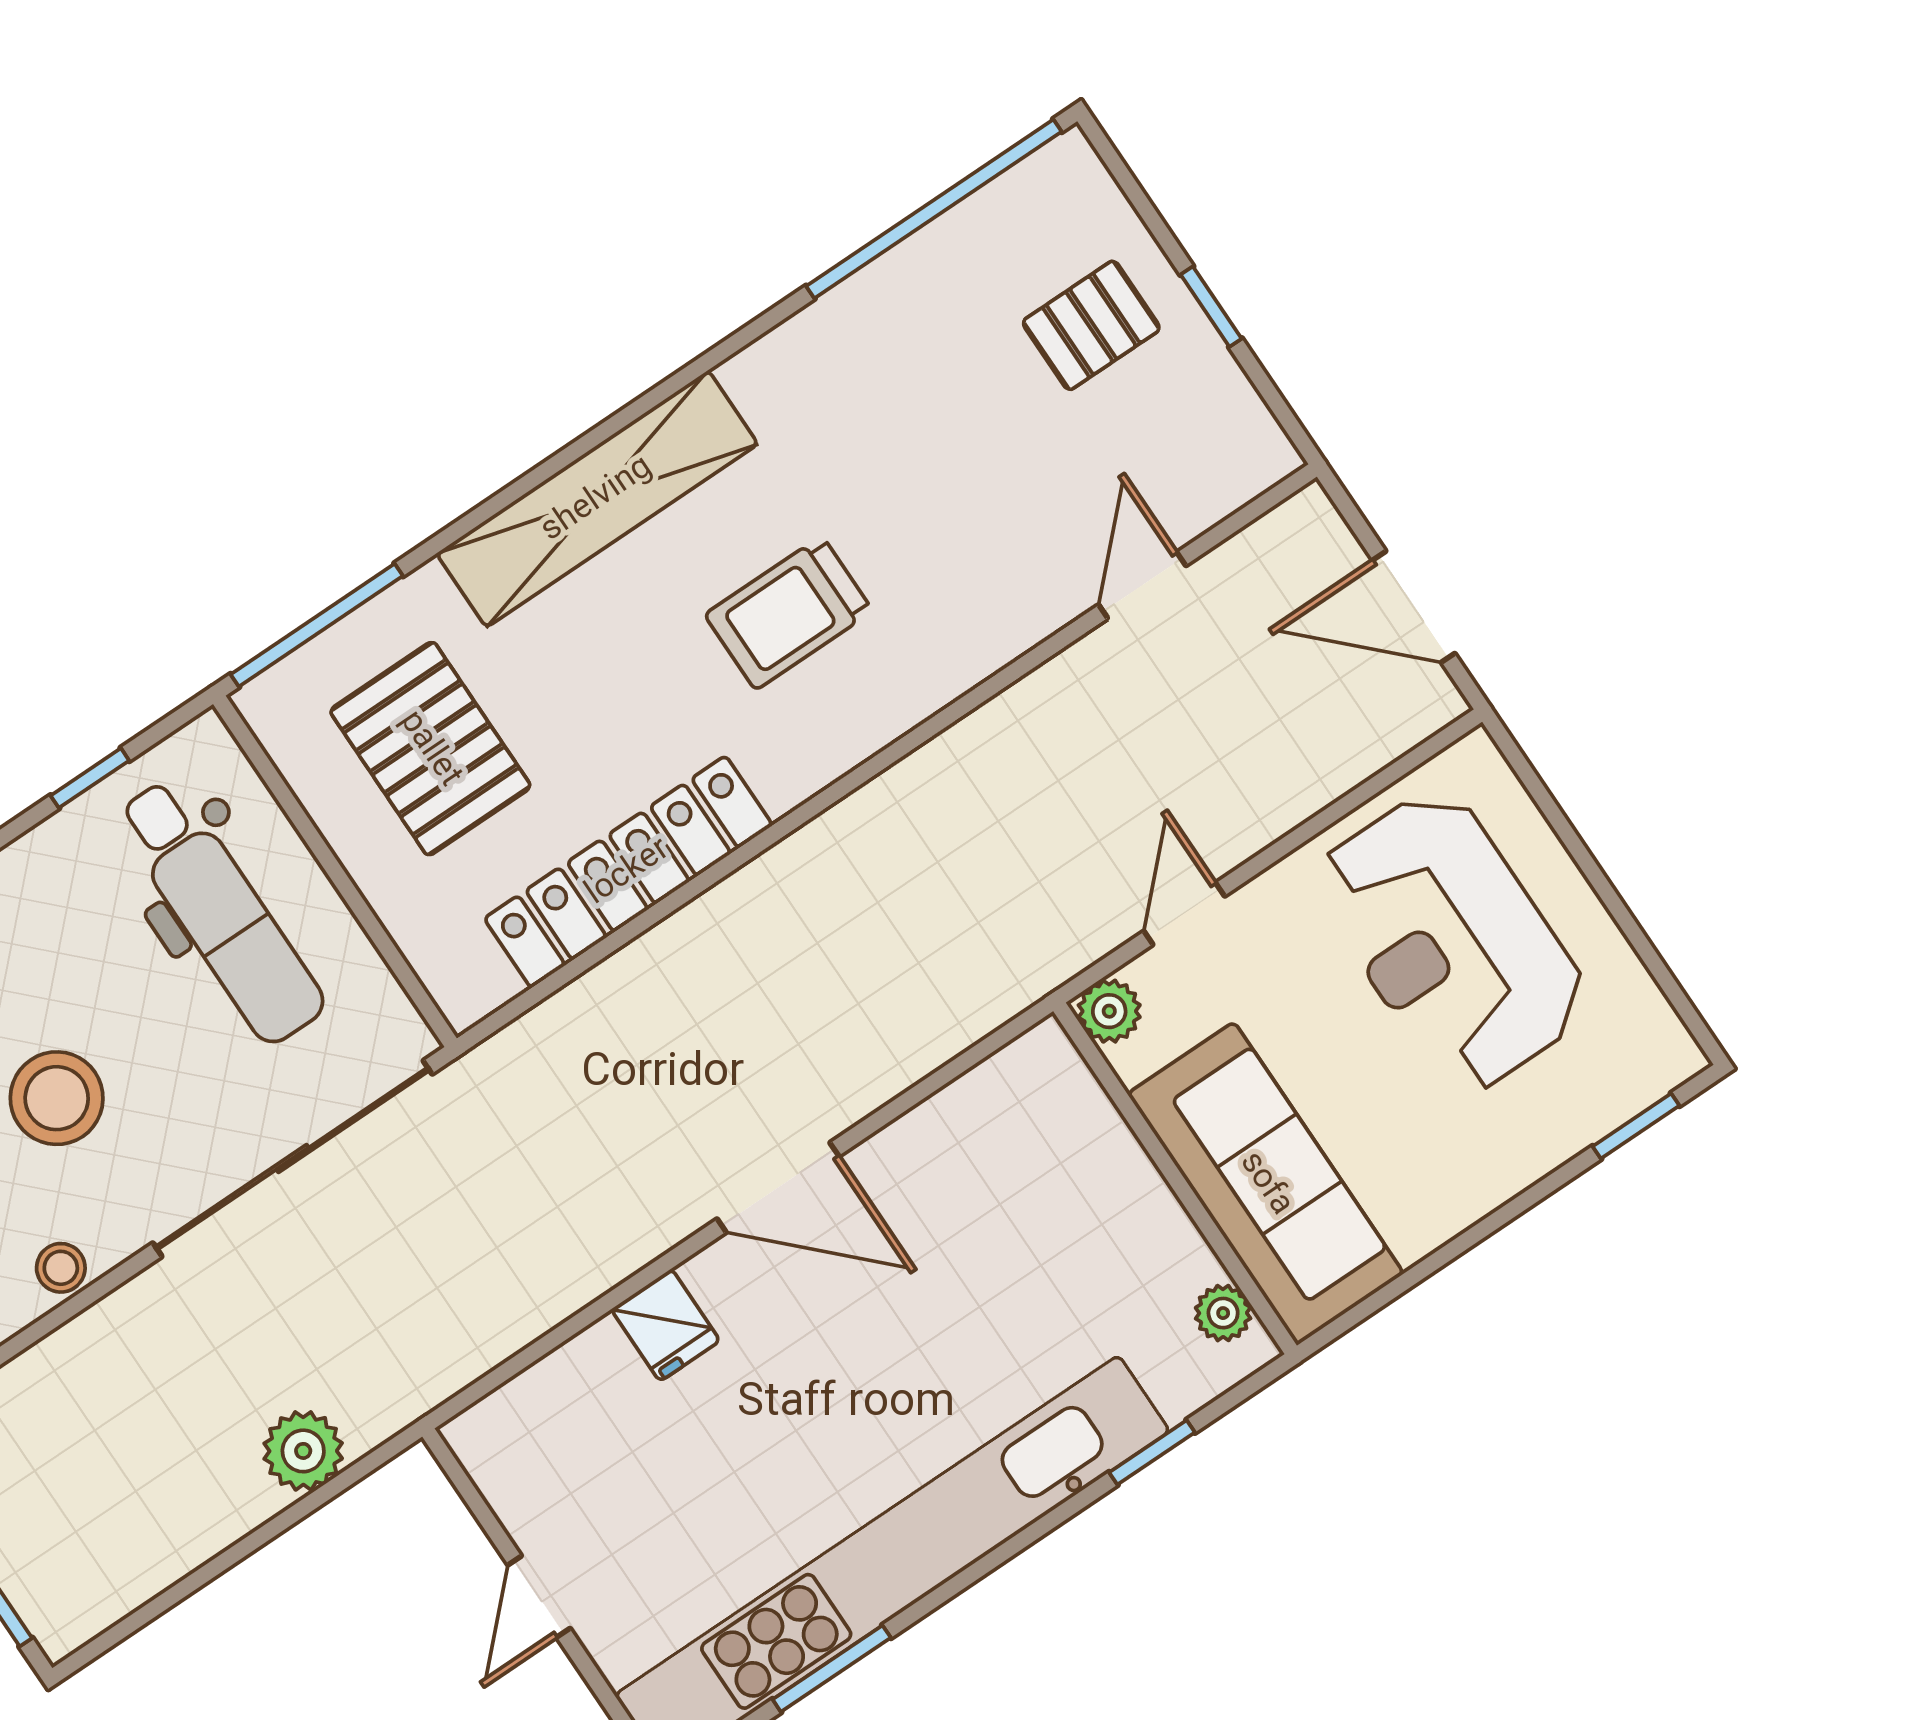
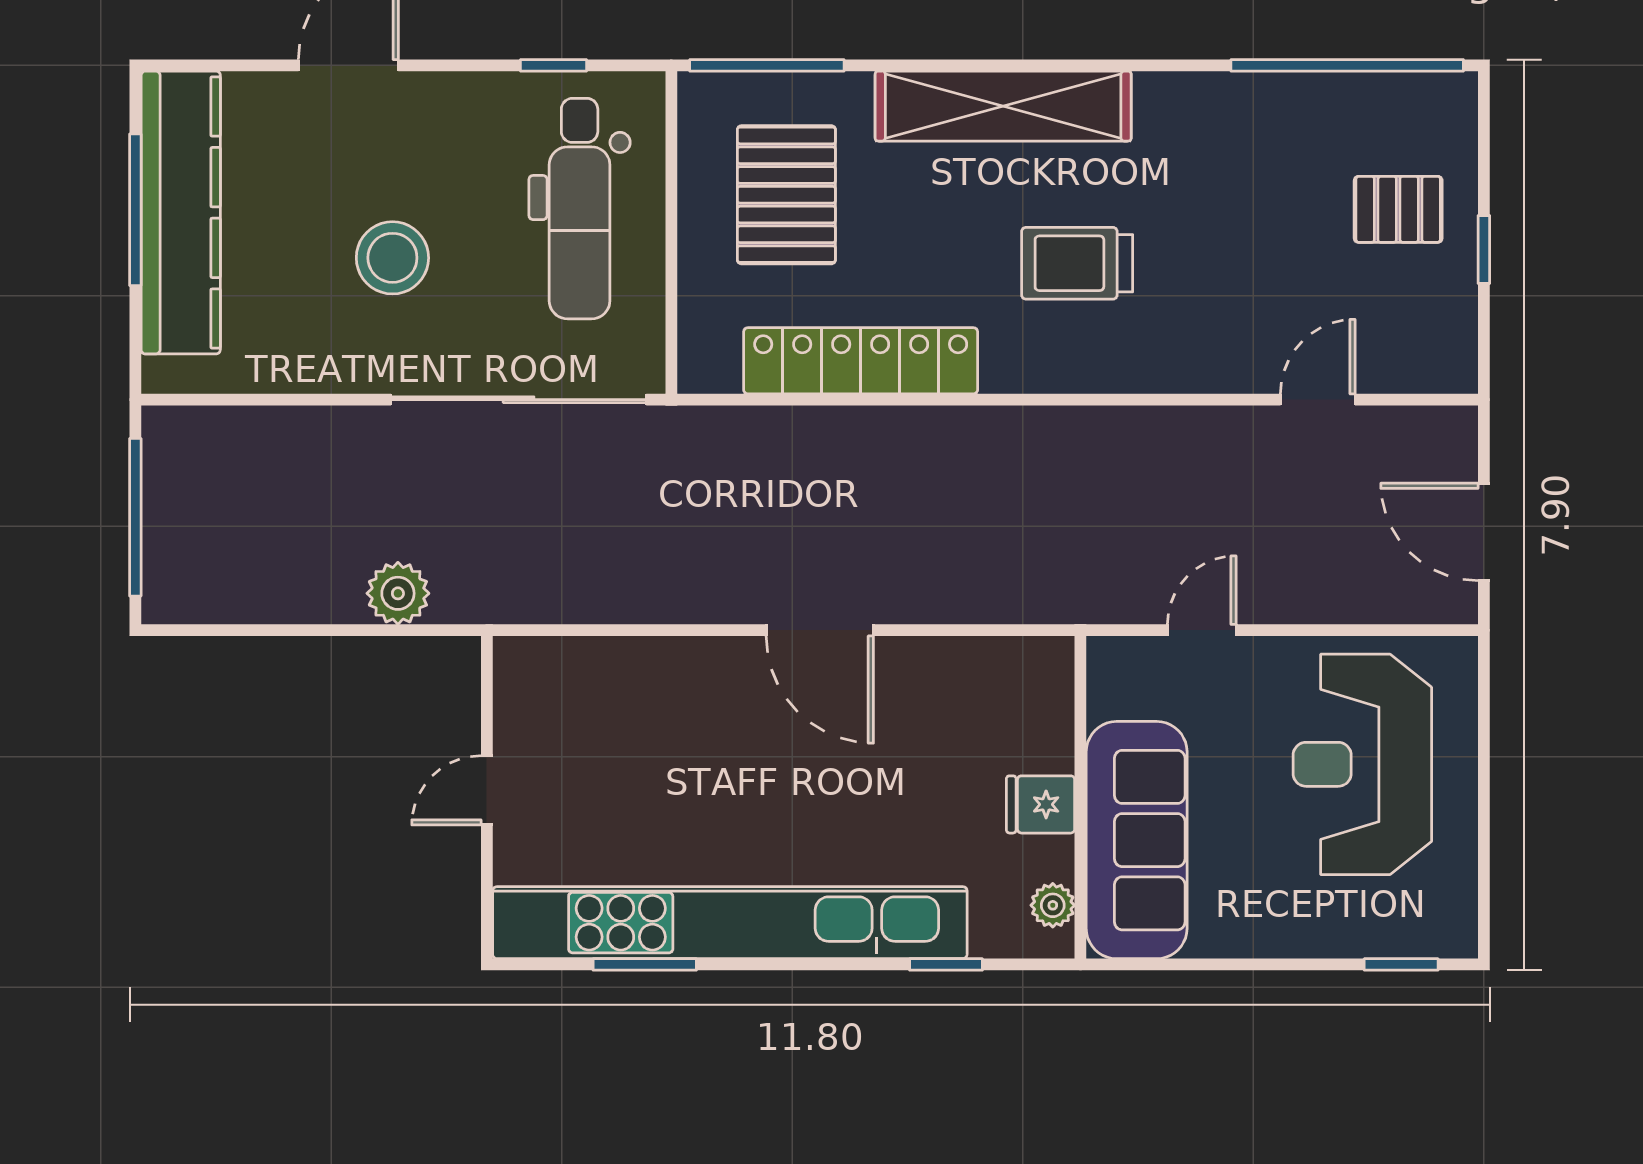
plant: (1109, 1011) -> (1111, 660), removed
stool: (61, 1268) -> (321, 369), removed
fridge: (666, 1325) -> (1041, 804), moved, turned 90

